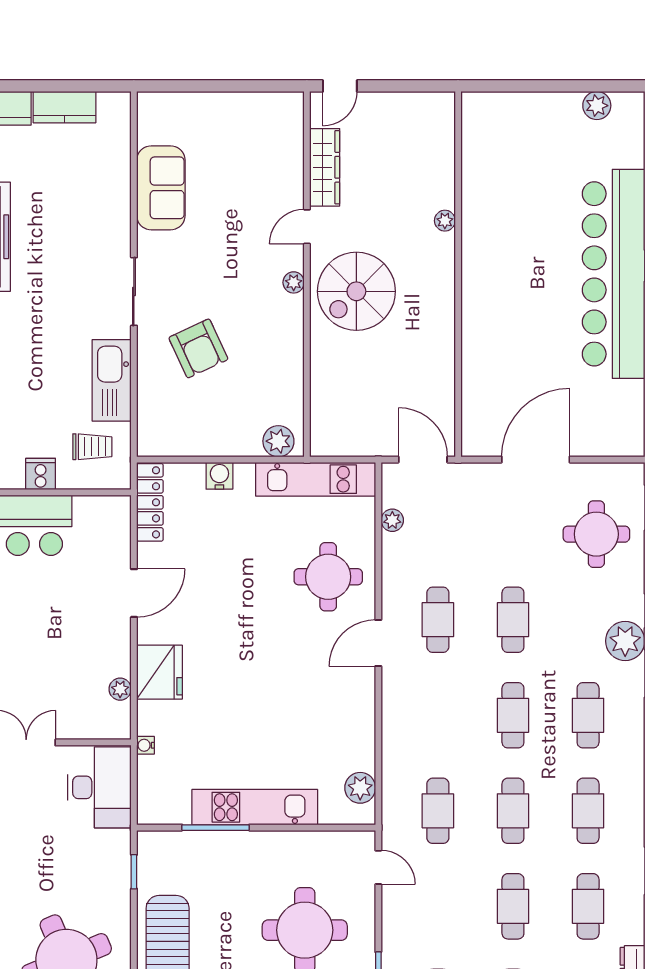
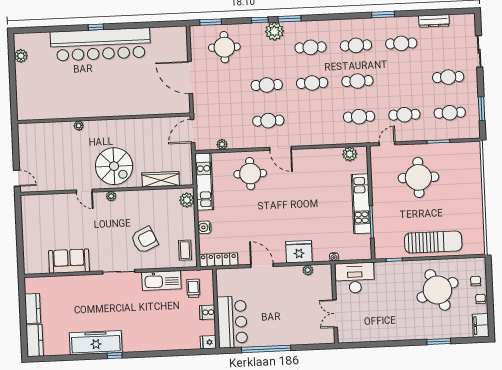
wardrobe: (325, 167) -> (161, 179), moved
coffee table: (173, 433) -> (185, 250), added
cafe table: (513, 906) -> (404, 115), moved

